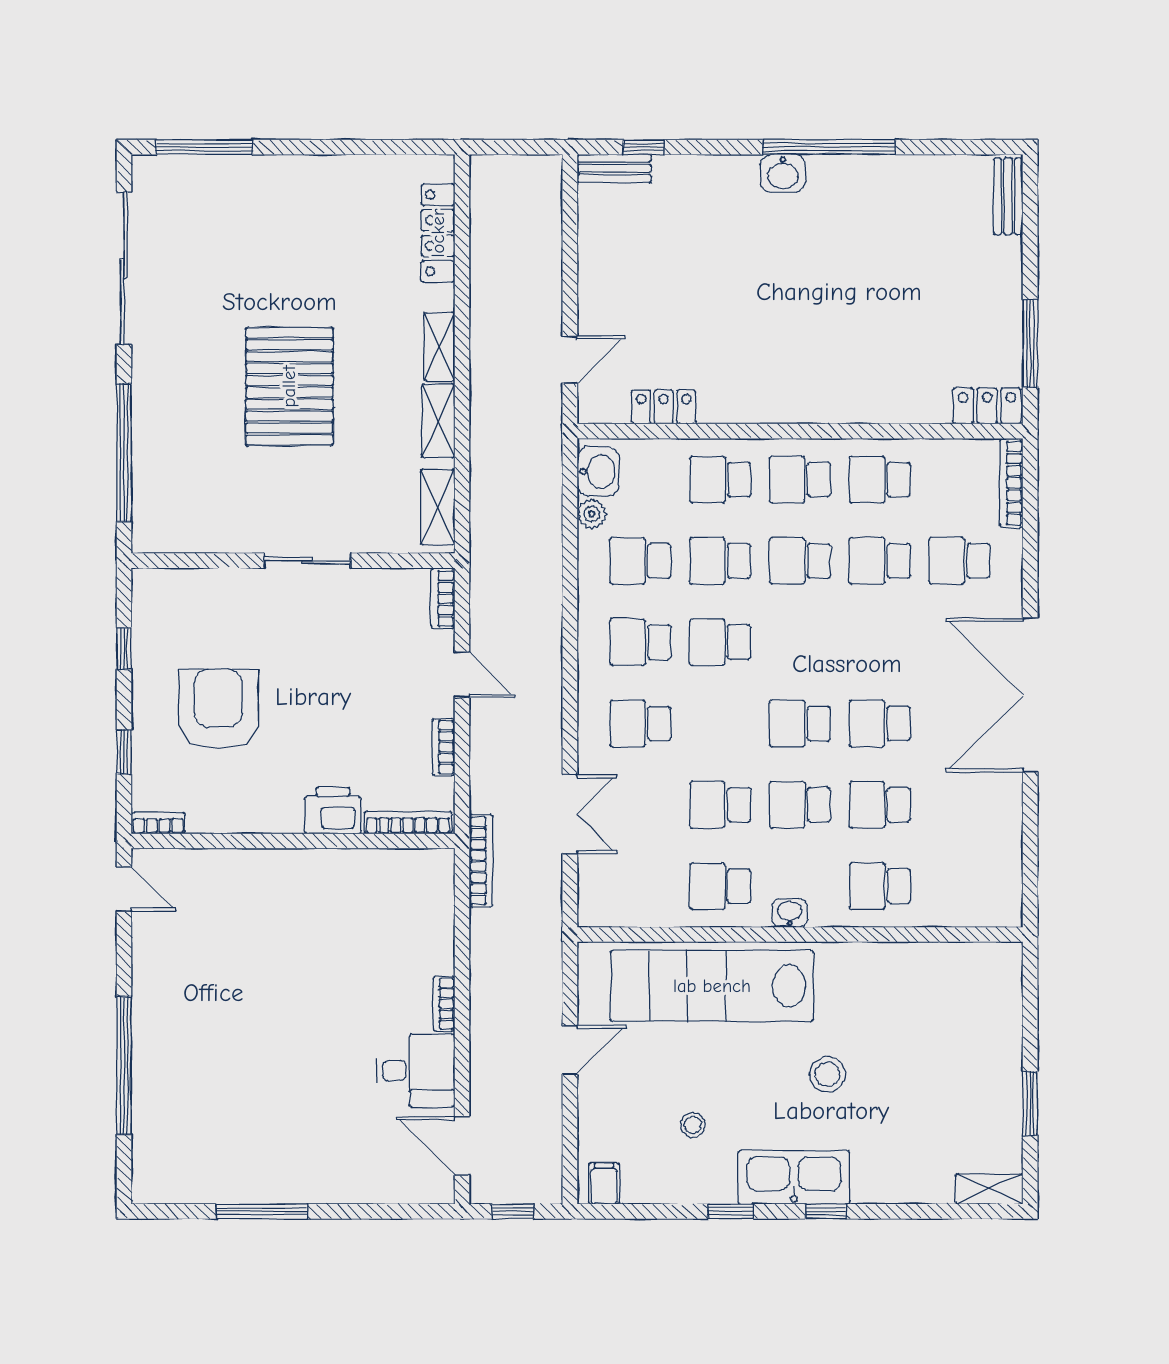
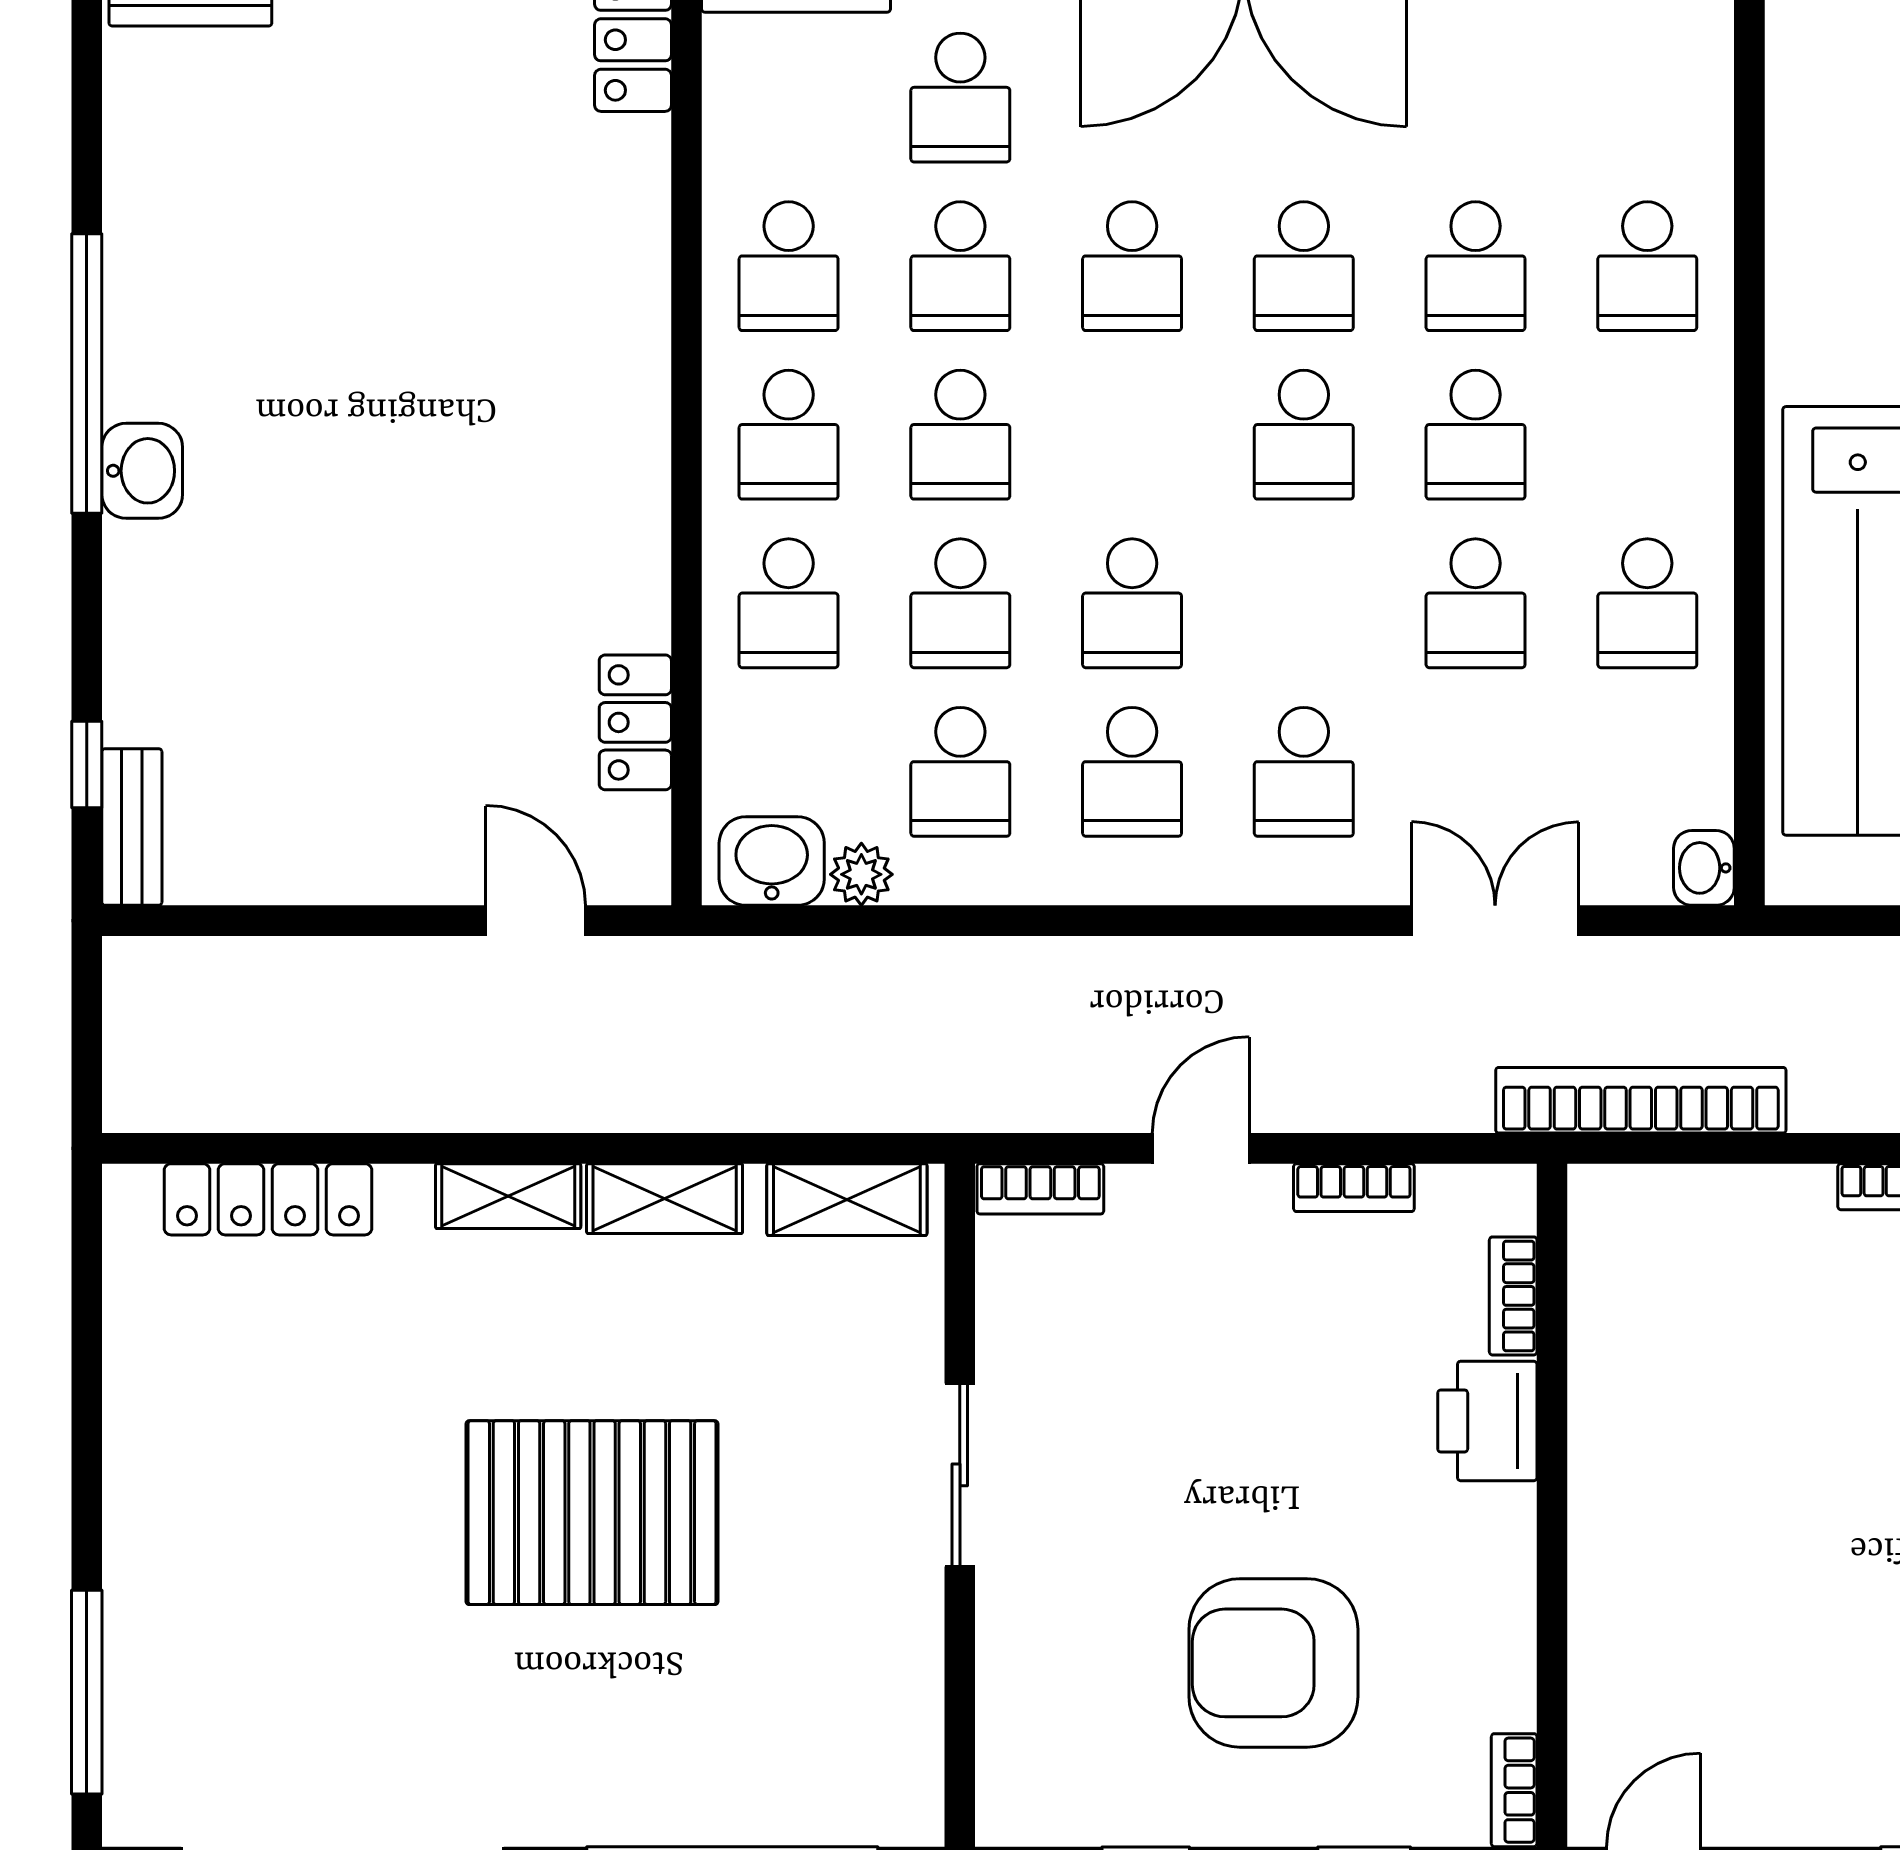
school desk: (880, 642) -> (1132, 266), added
bookcase: (408, 823) -> (1513, 1296), width x0.64
bookcase: (481, 861) -> (1641, 1100), width x1.48, depth x1.31
washbasin: (790, 913) -> (1704, 868), moved

